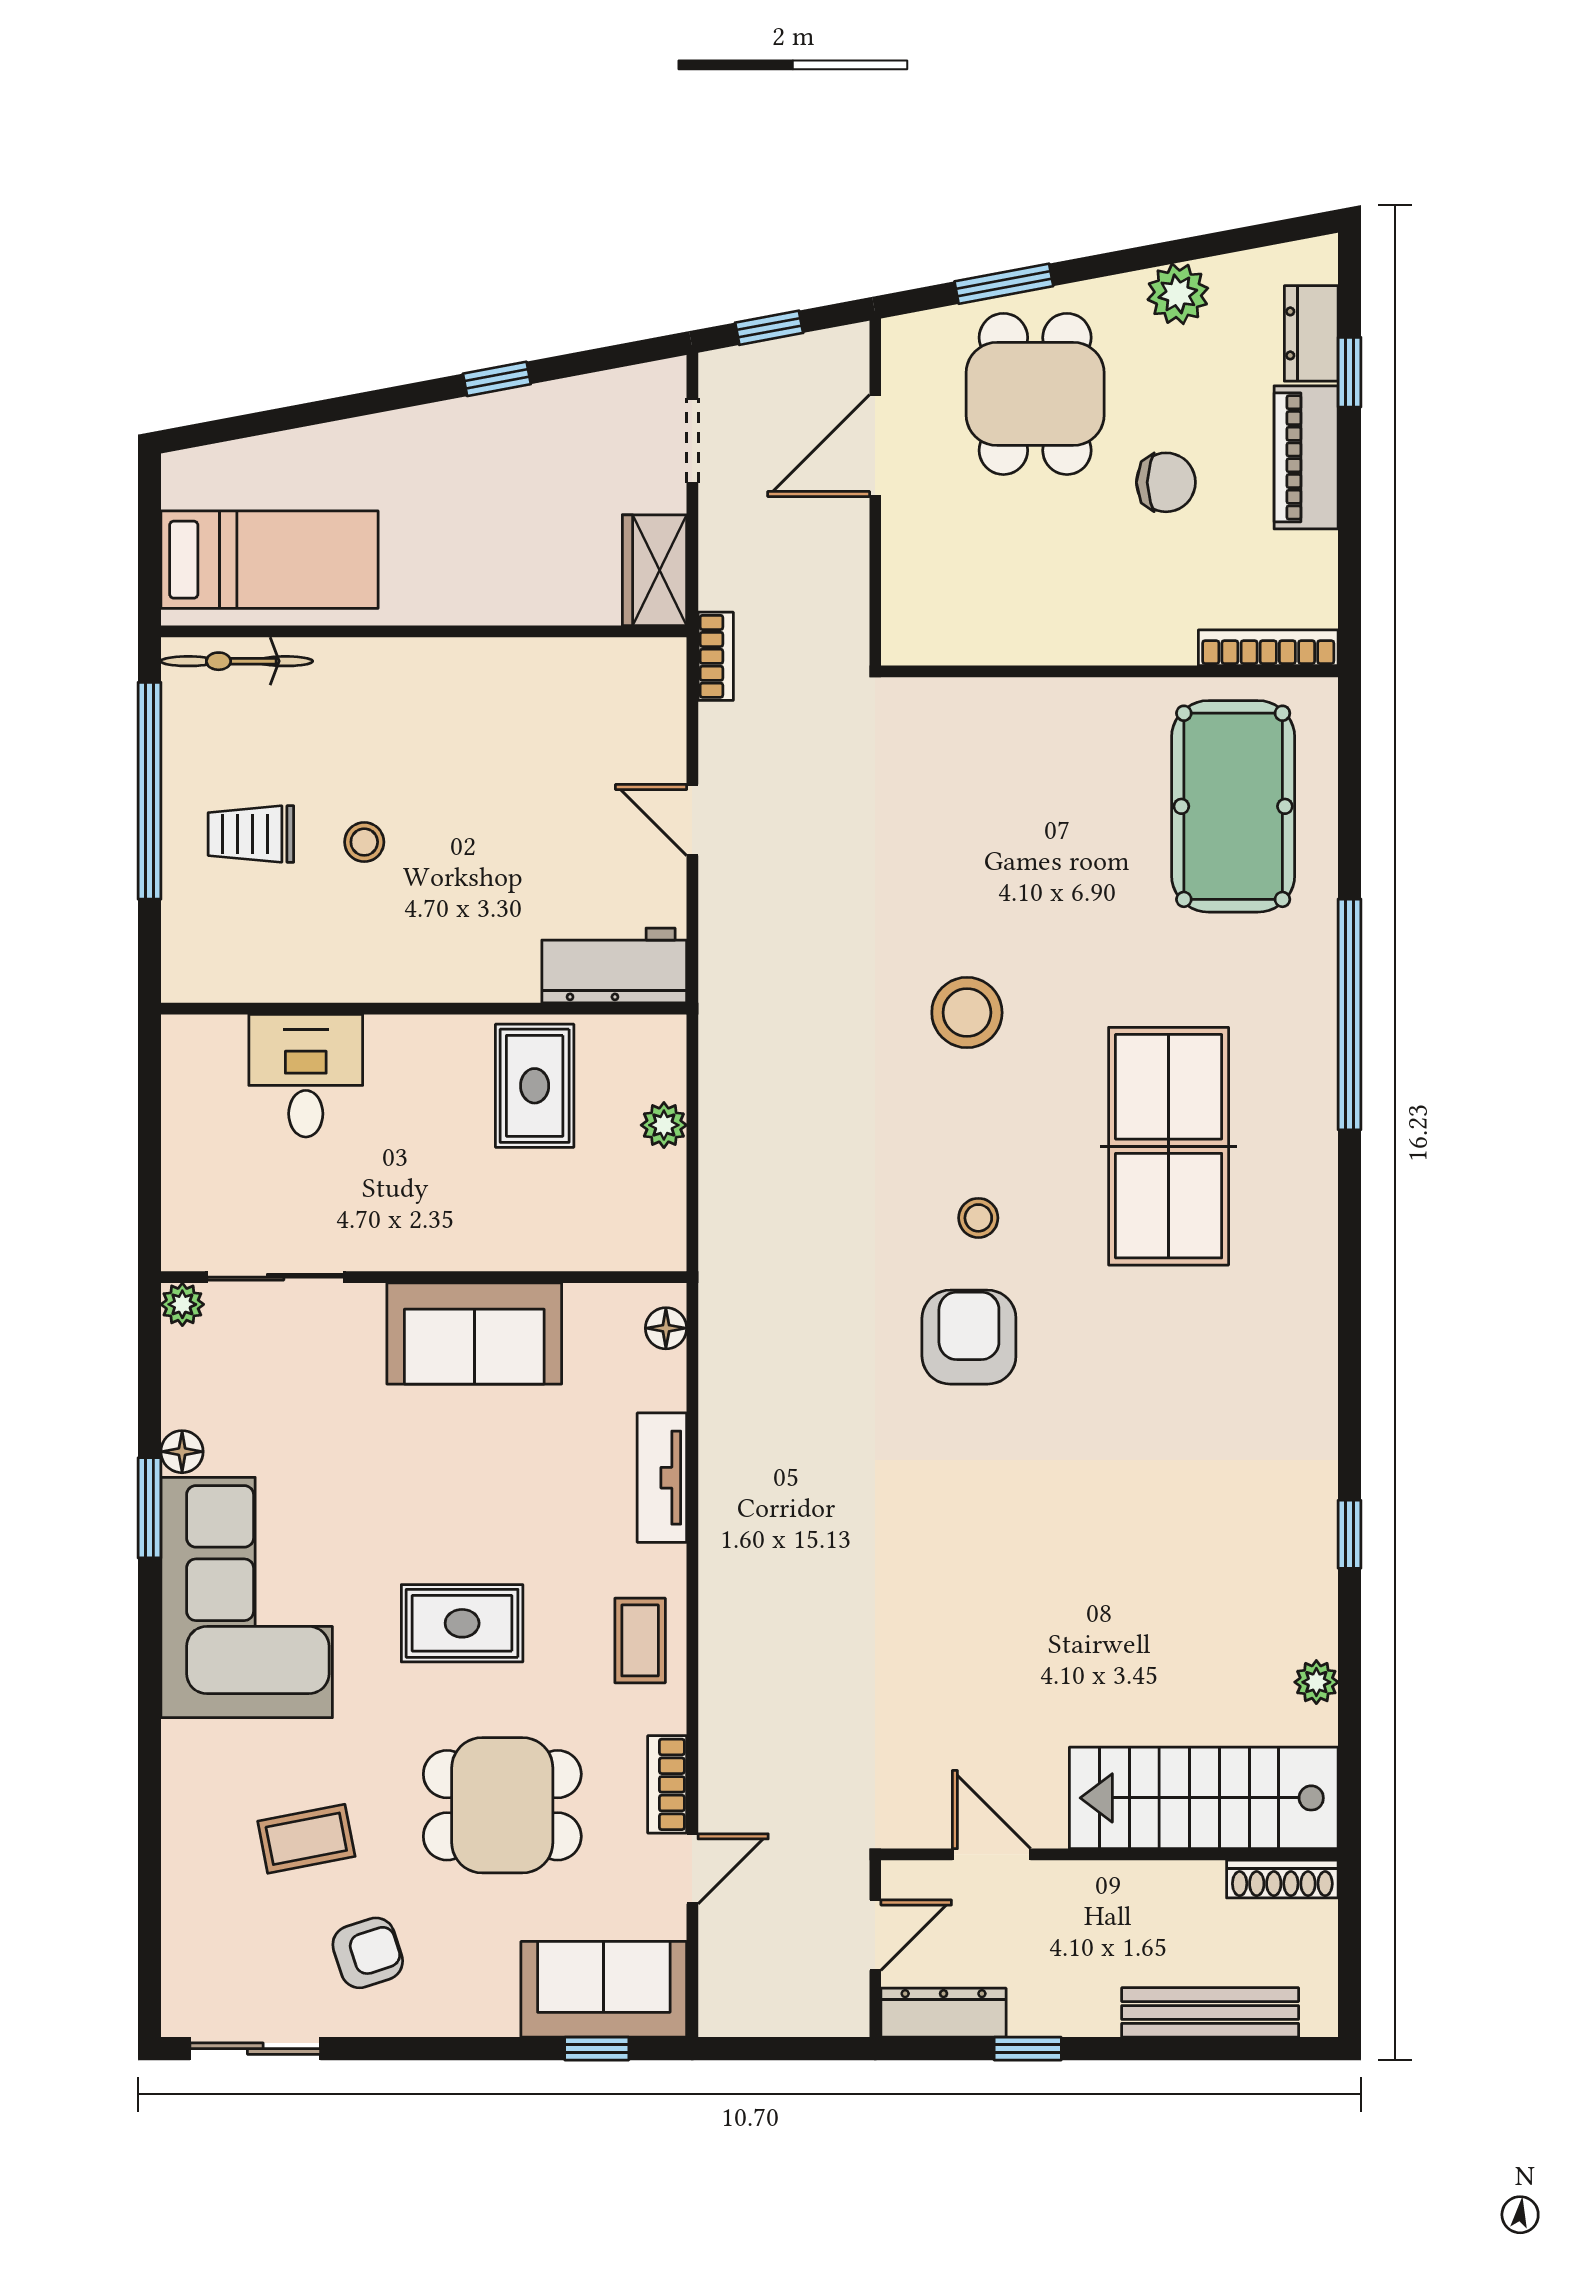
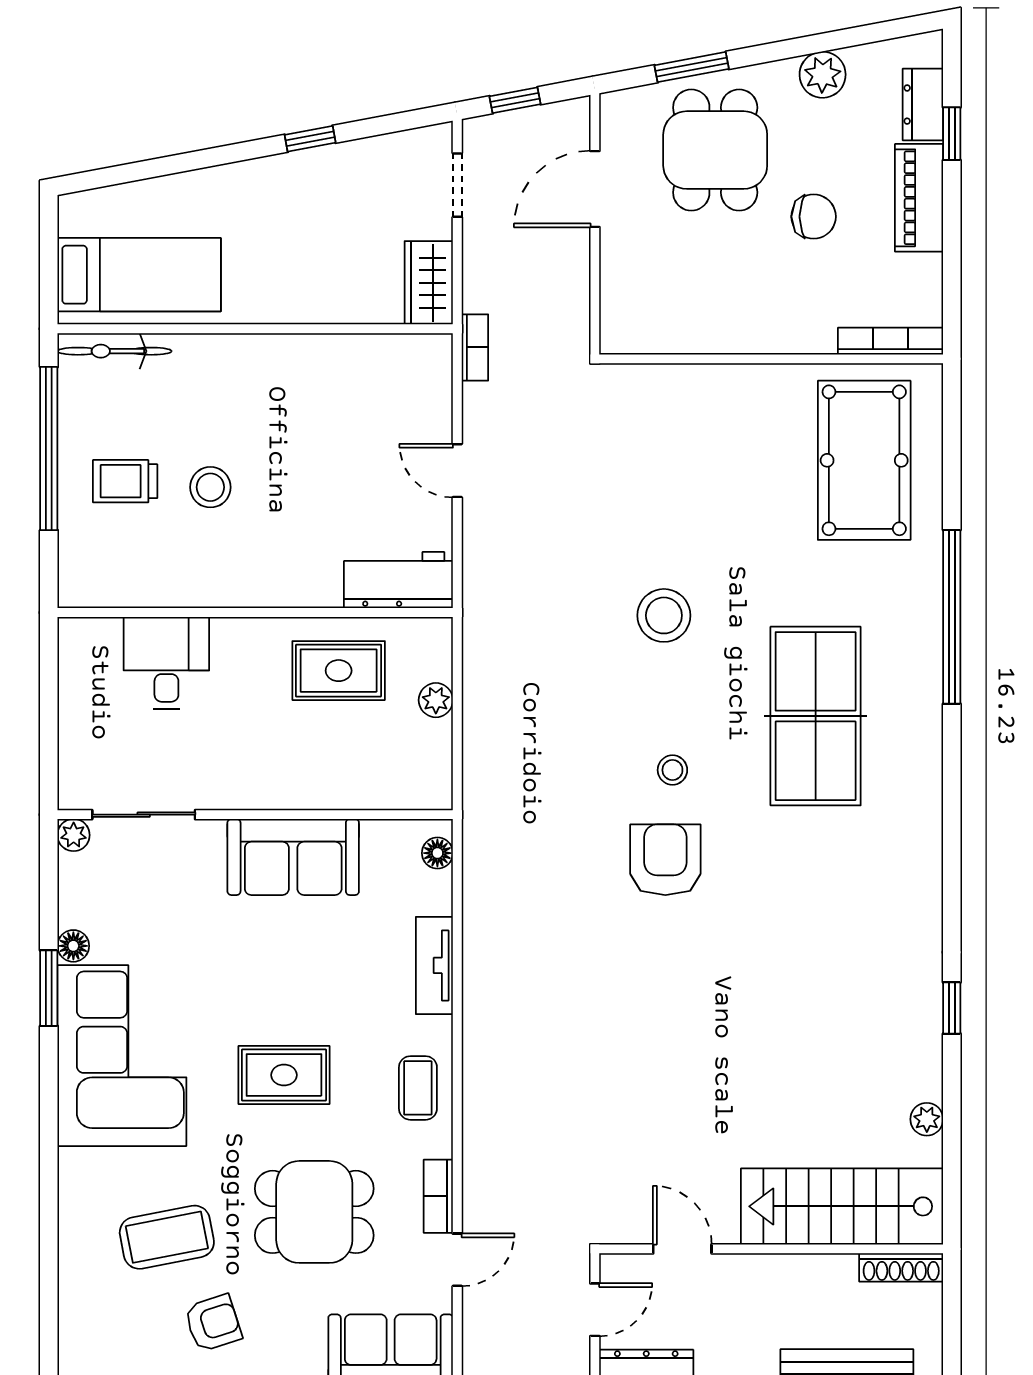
stool: (364, 842) -> (210, 487), width x1.37, depth x1.37
rug: (535, 1086) -> (339, 671), turned 90
coffee table: (306, 1839) -> (167, 1237), width x1.36, depth x1.30

